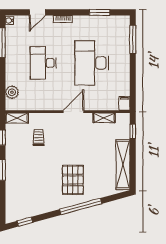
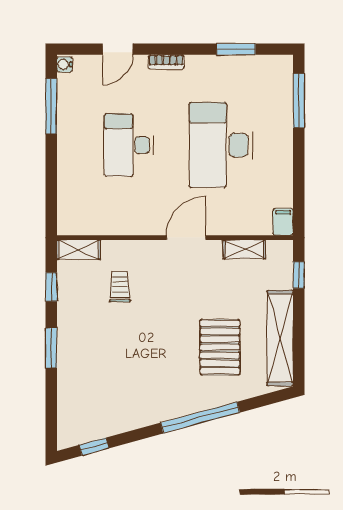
plant: (12, 92) -> (69, 201), removed
pallet: (73, 180) -> (220, 347), moved

